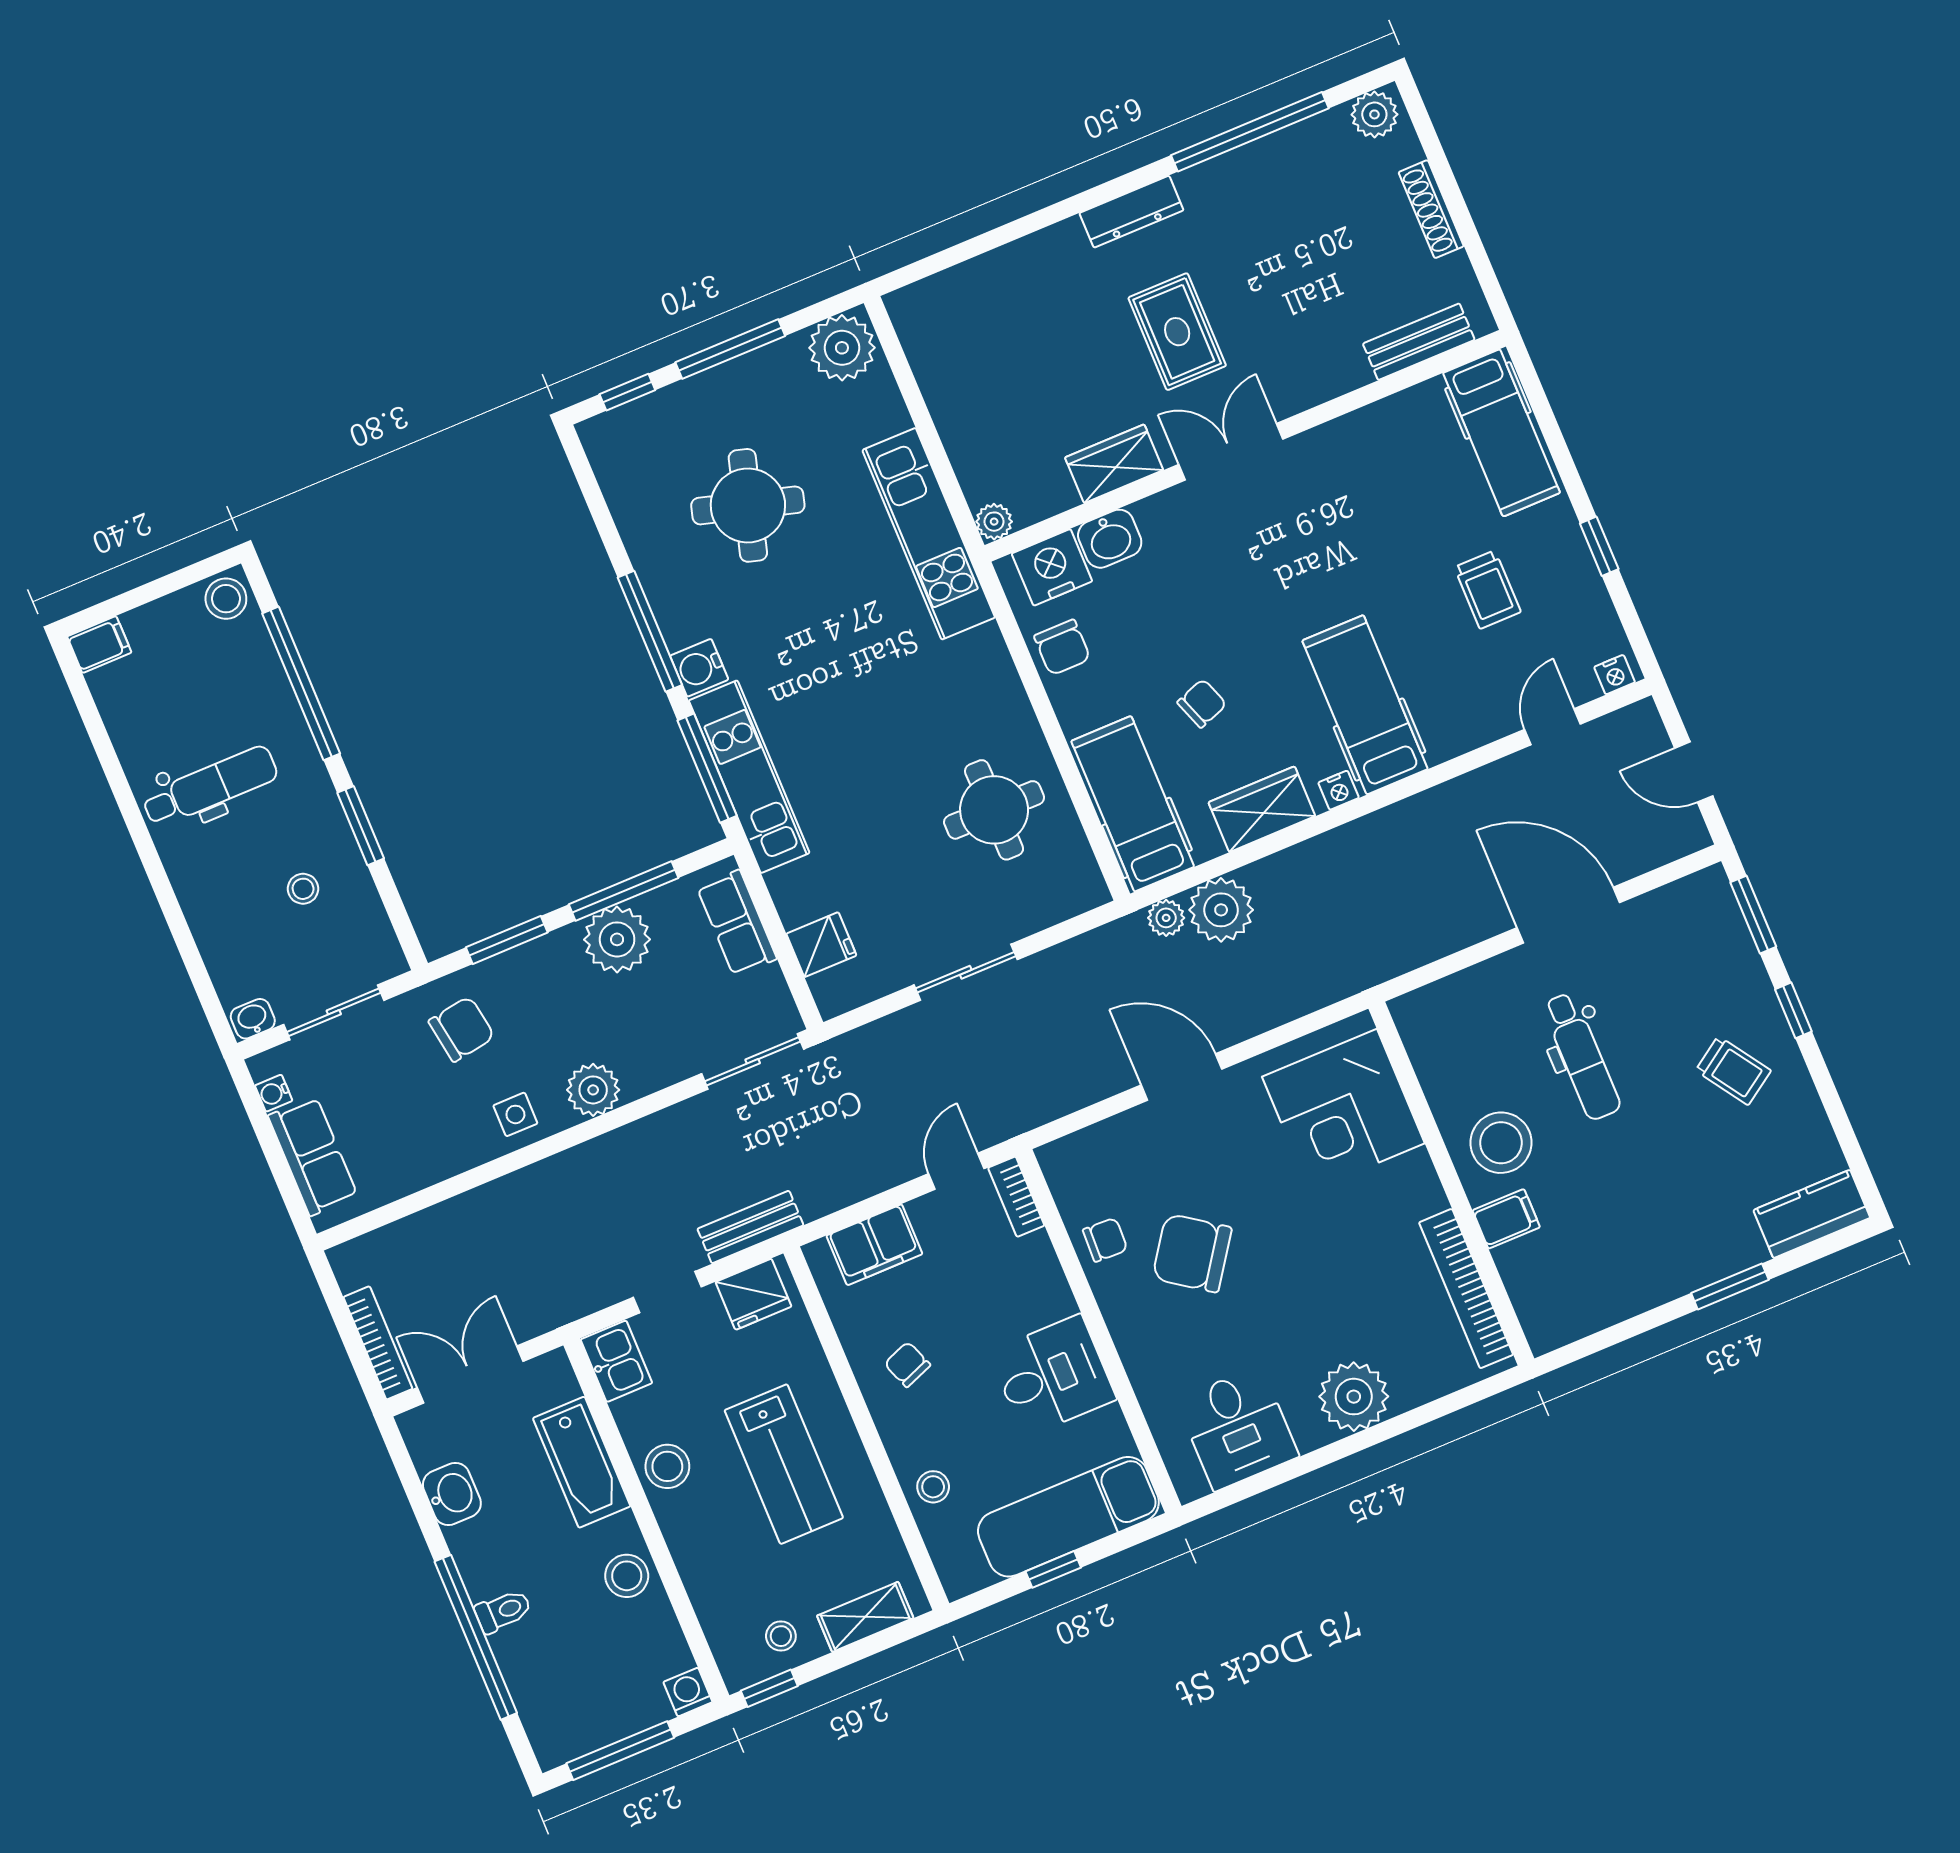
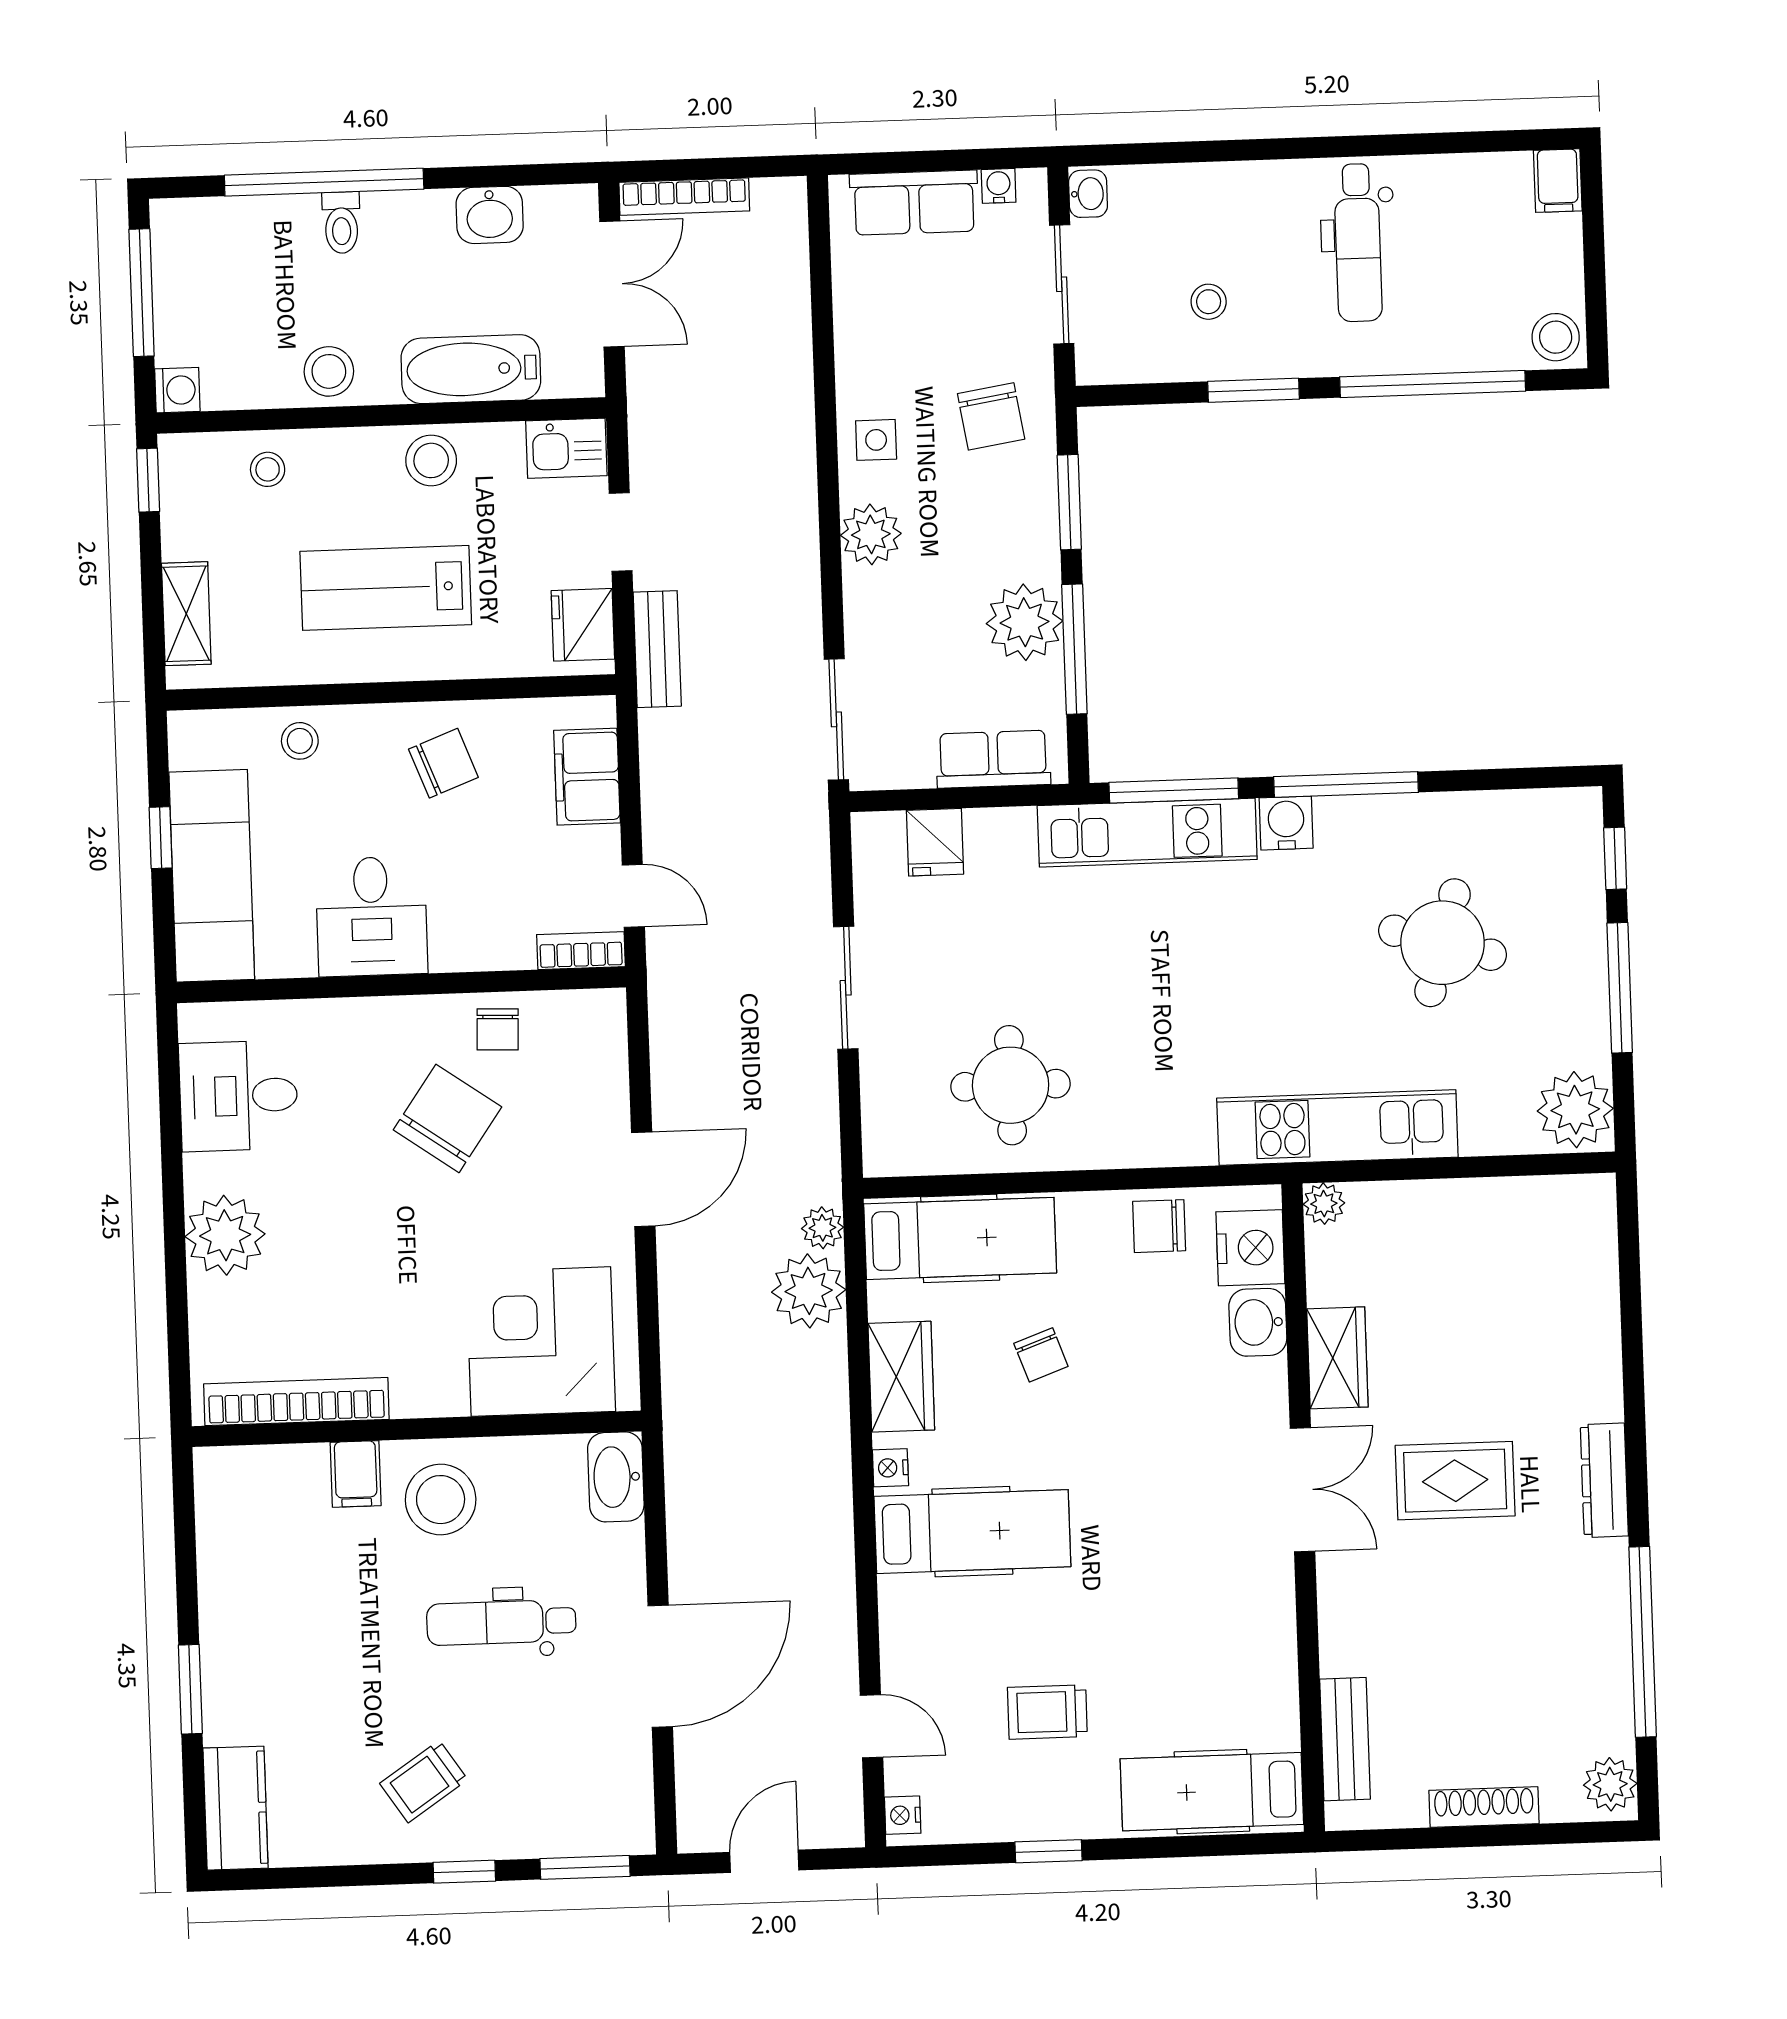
washbasin: (1430, 1008) -> (616, 1477), added
chair: (907, 1364) -> (443, 763), width x1.37, depth x1.37
stool: (781, 1636) -> (268, 469), moved

